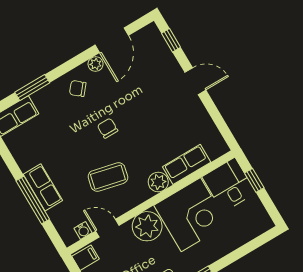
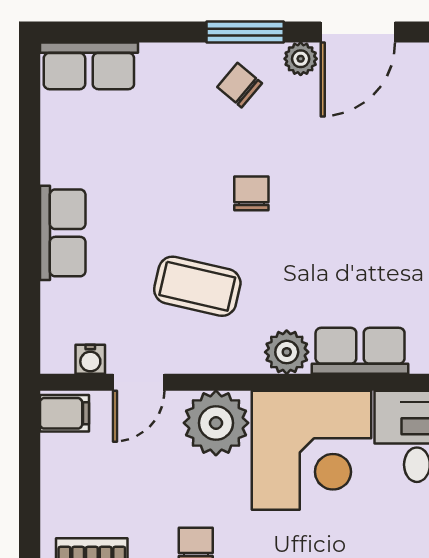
window: (32, 87) -> (245, 32), moved
window: (33, 200) -> (30, 245), removed
door: (107, 228) -> (139, 382), swing flipped

